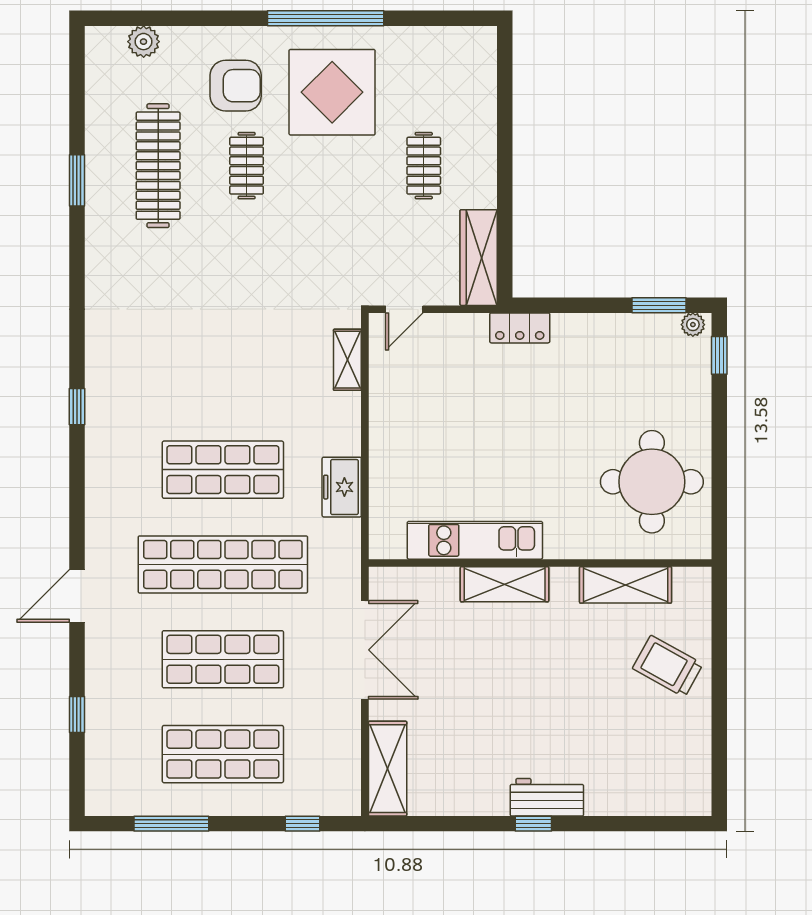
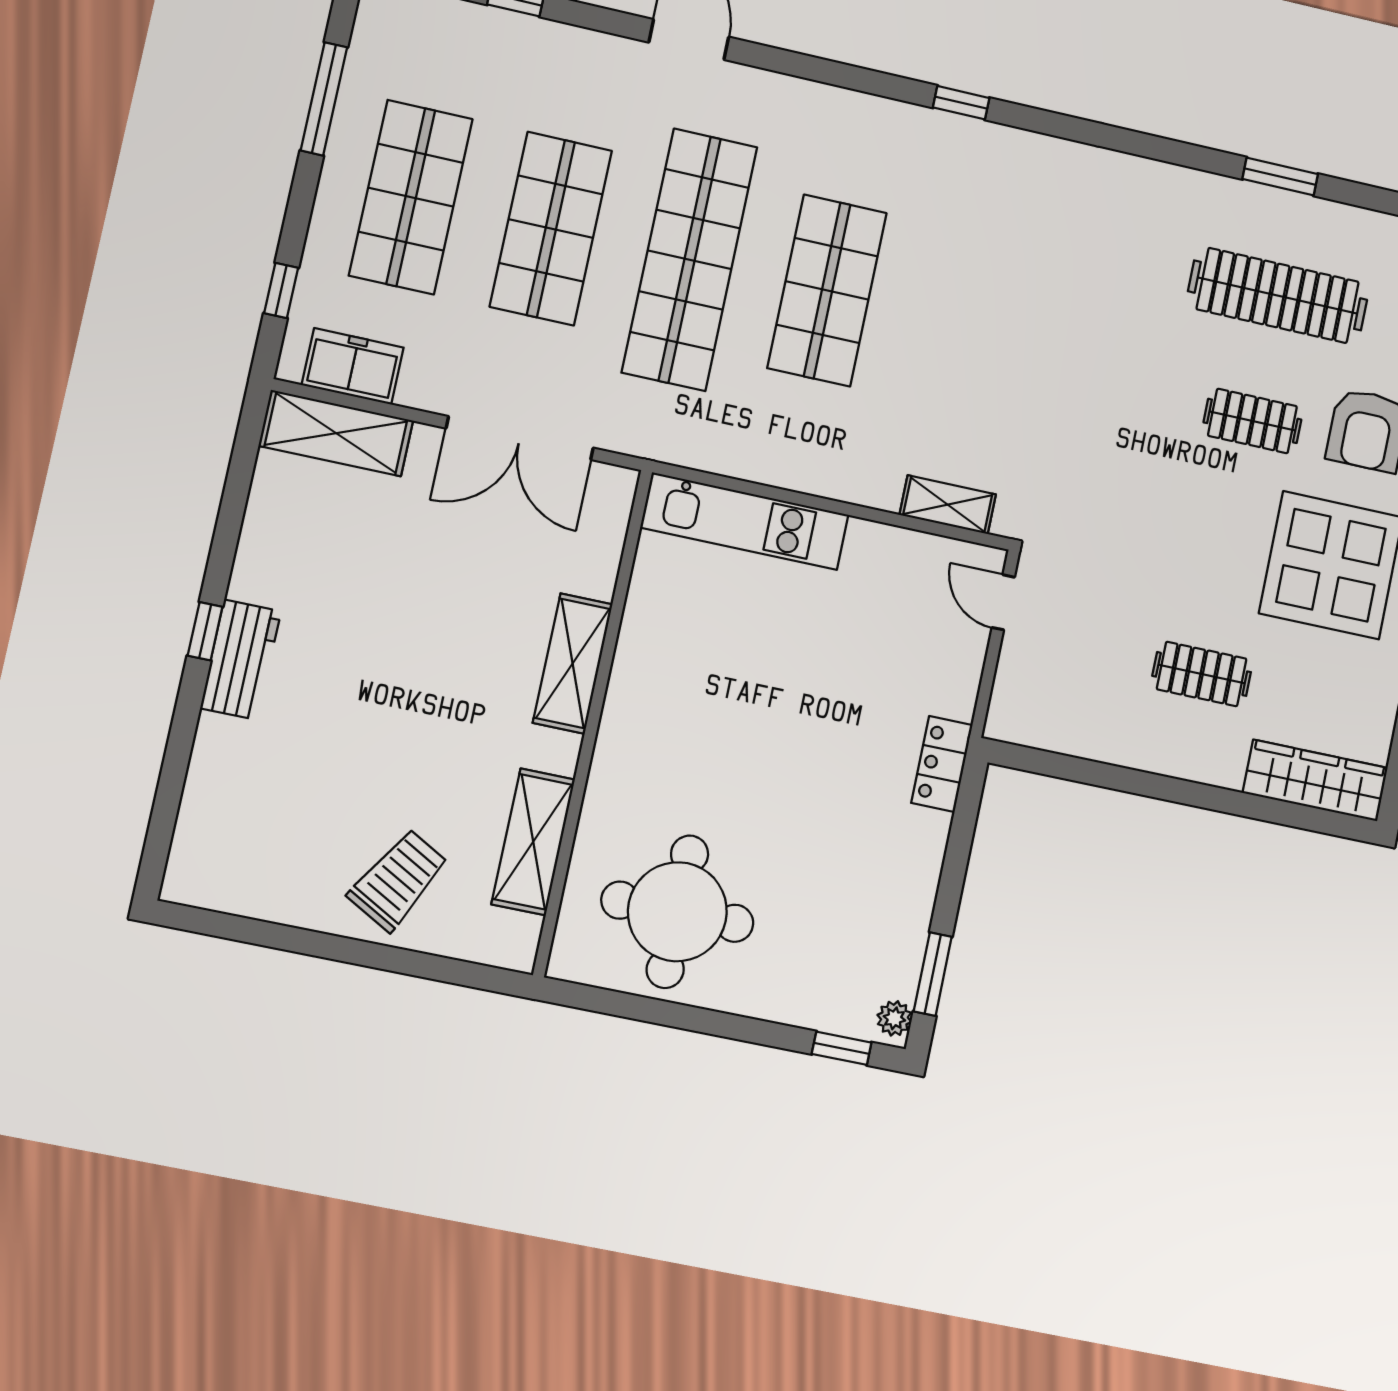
wardrobe: (479, 258) -> (1315, 780), moved
freezer: (342, 487) -> (353, 366), moved
kitchen unit: (475, 540) -> (745, 521), moved, turned 90

